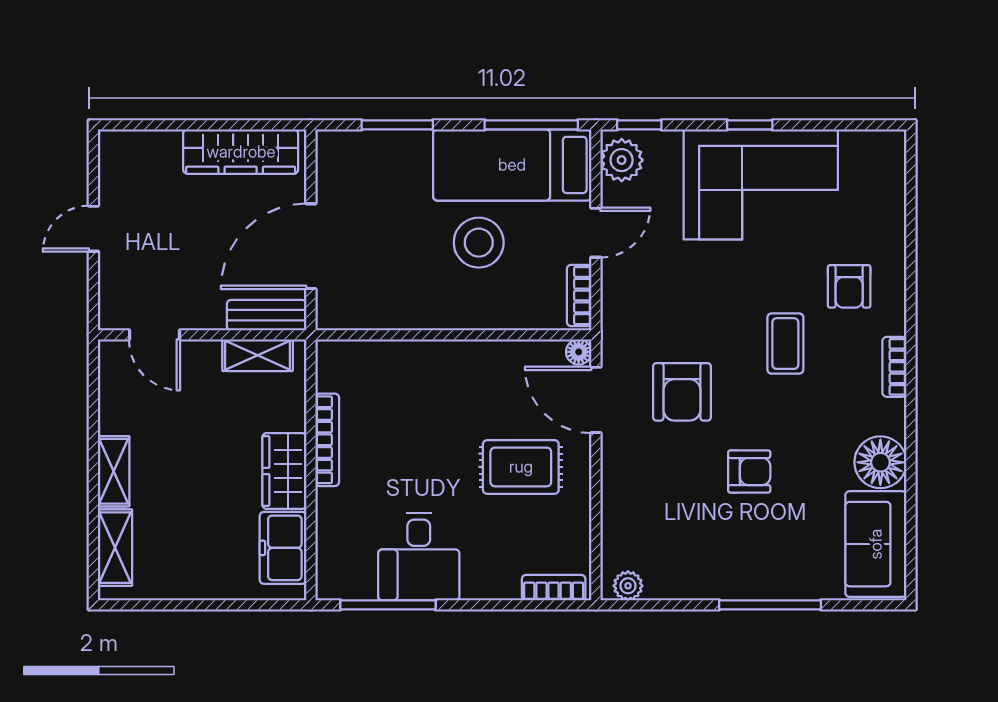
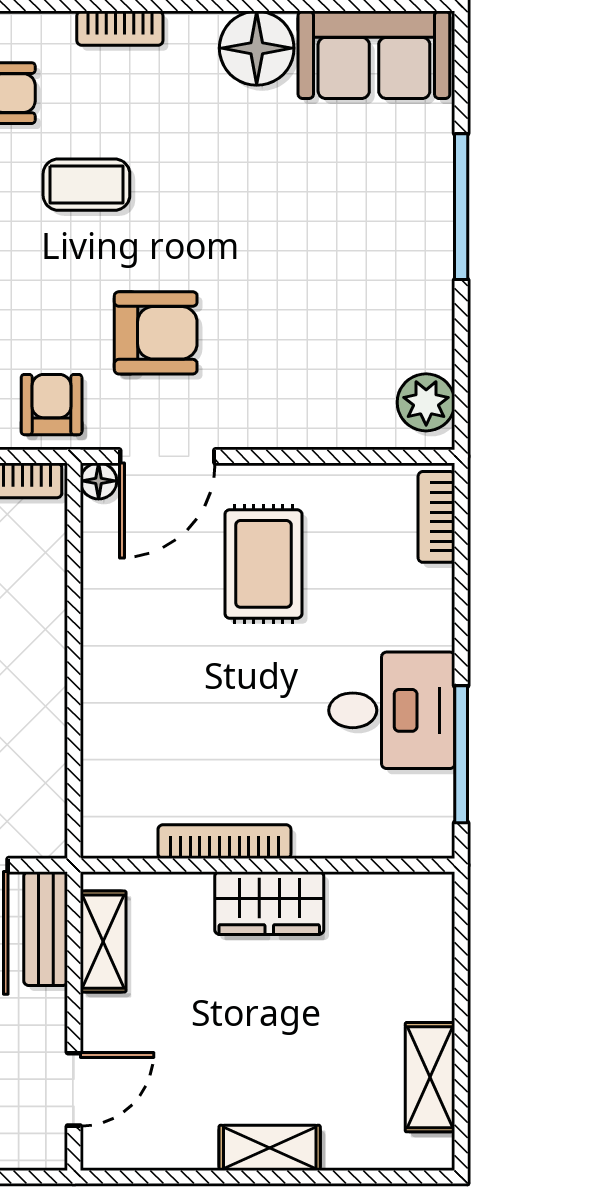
armchair: (749, 472) -> (52, 405), moved
shelving: (115, 548) -> (430, 1077), moved, turned 90
freezer: (283, 548) -> (379, 905), removed
plant: (628, 586) -> (426, 402), width x1.38, depth x1.38

